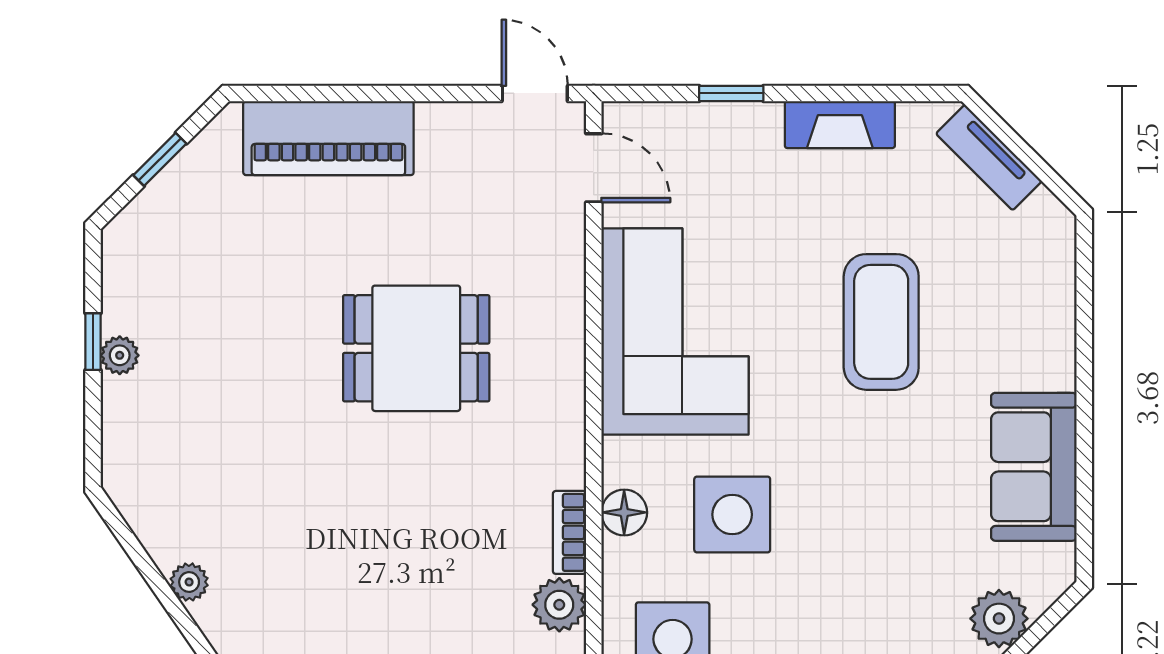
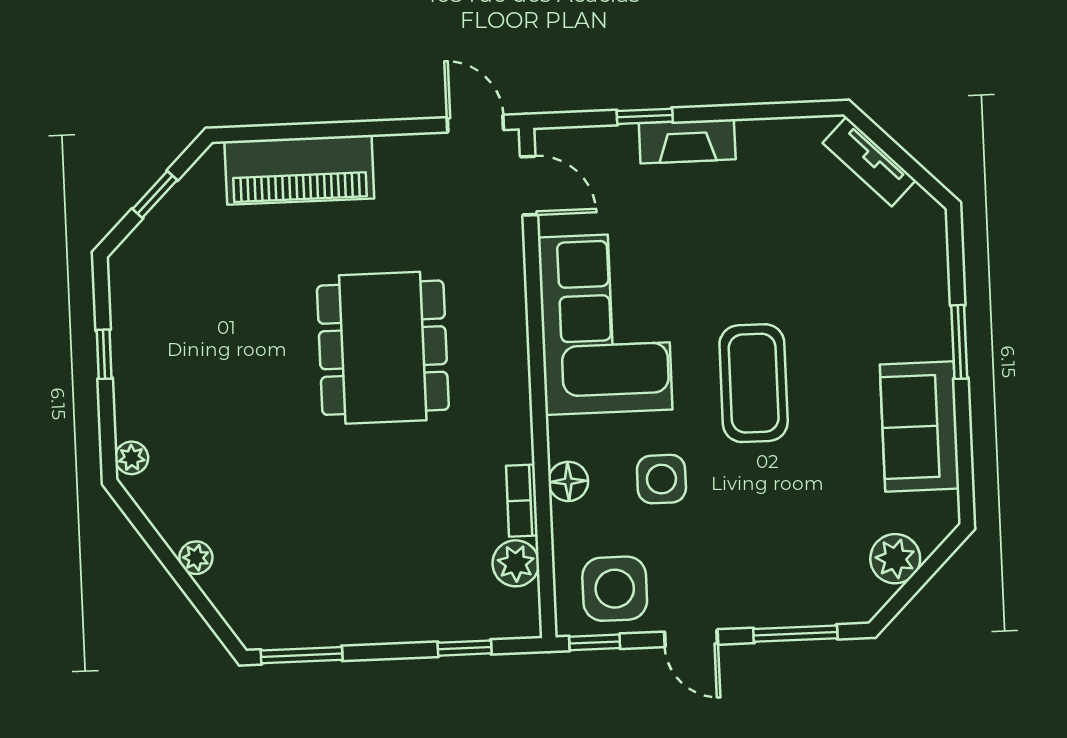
fireplace: (840, 125) -> (687, 141), moved
coffee table: (881, 322) -> (754, 383), moved
dining table: (416, 348) -> (383, 348), width x1.38
plant: (120, 355) -> (132, 458), moved
window: (1084, 371) -> (959, 342), added
side table: (732, 515) -> (661, 479), width x0.73, depth x0.73

